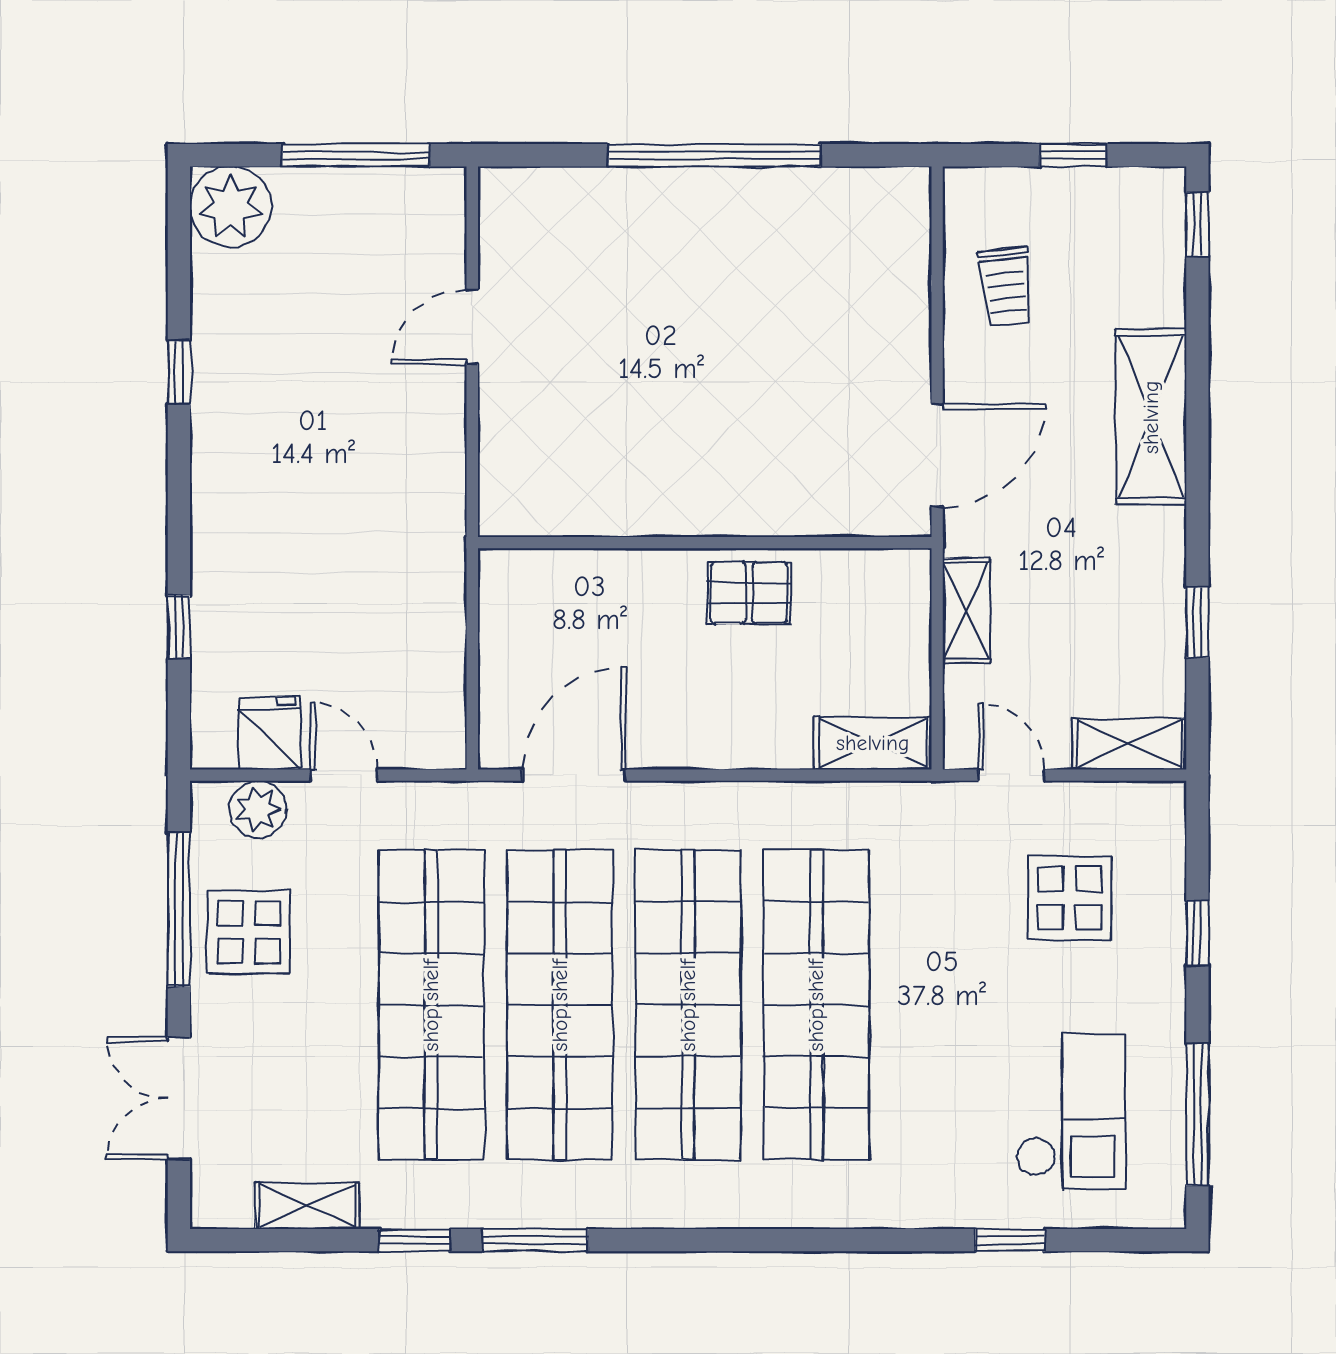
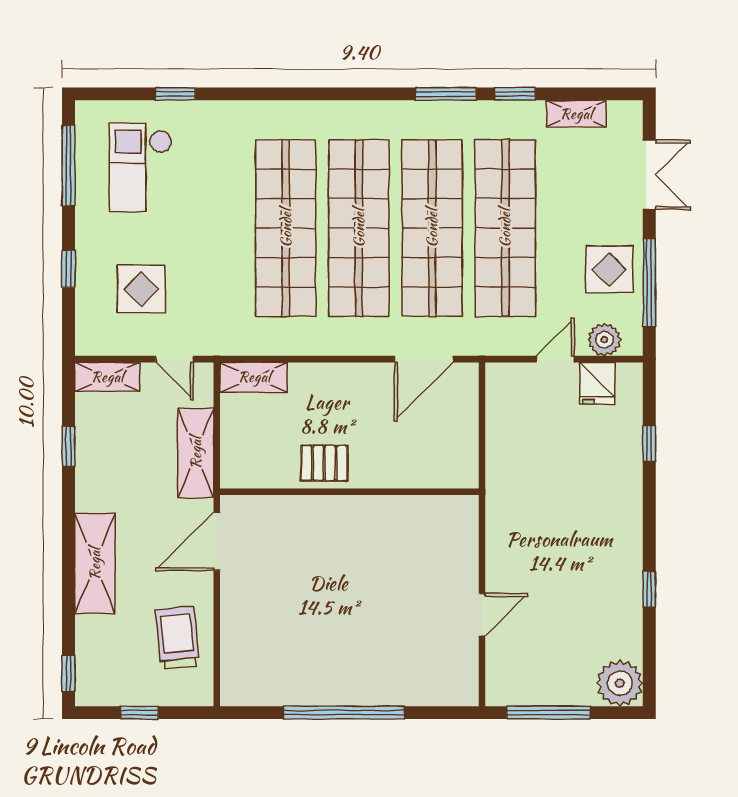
trolley: (1006, 287) -> (178, 638), width x1.36, depth x1.39
shelving: (966, 611) -> (196, 453), width x1.50, depth x1.33
door: (344, 775) -> (555, 359), swing flipped

